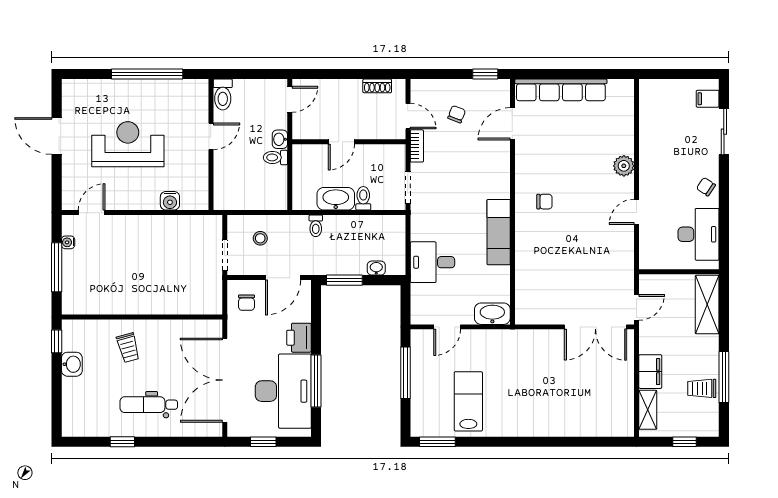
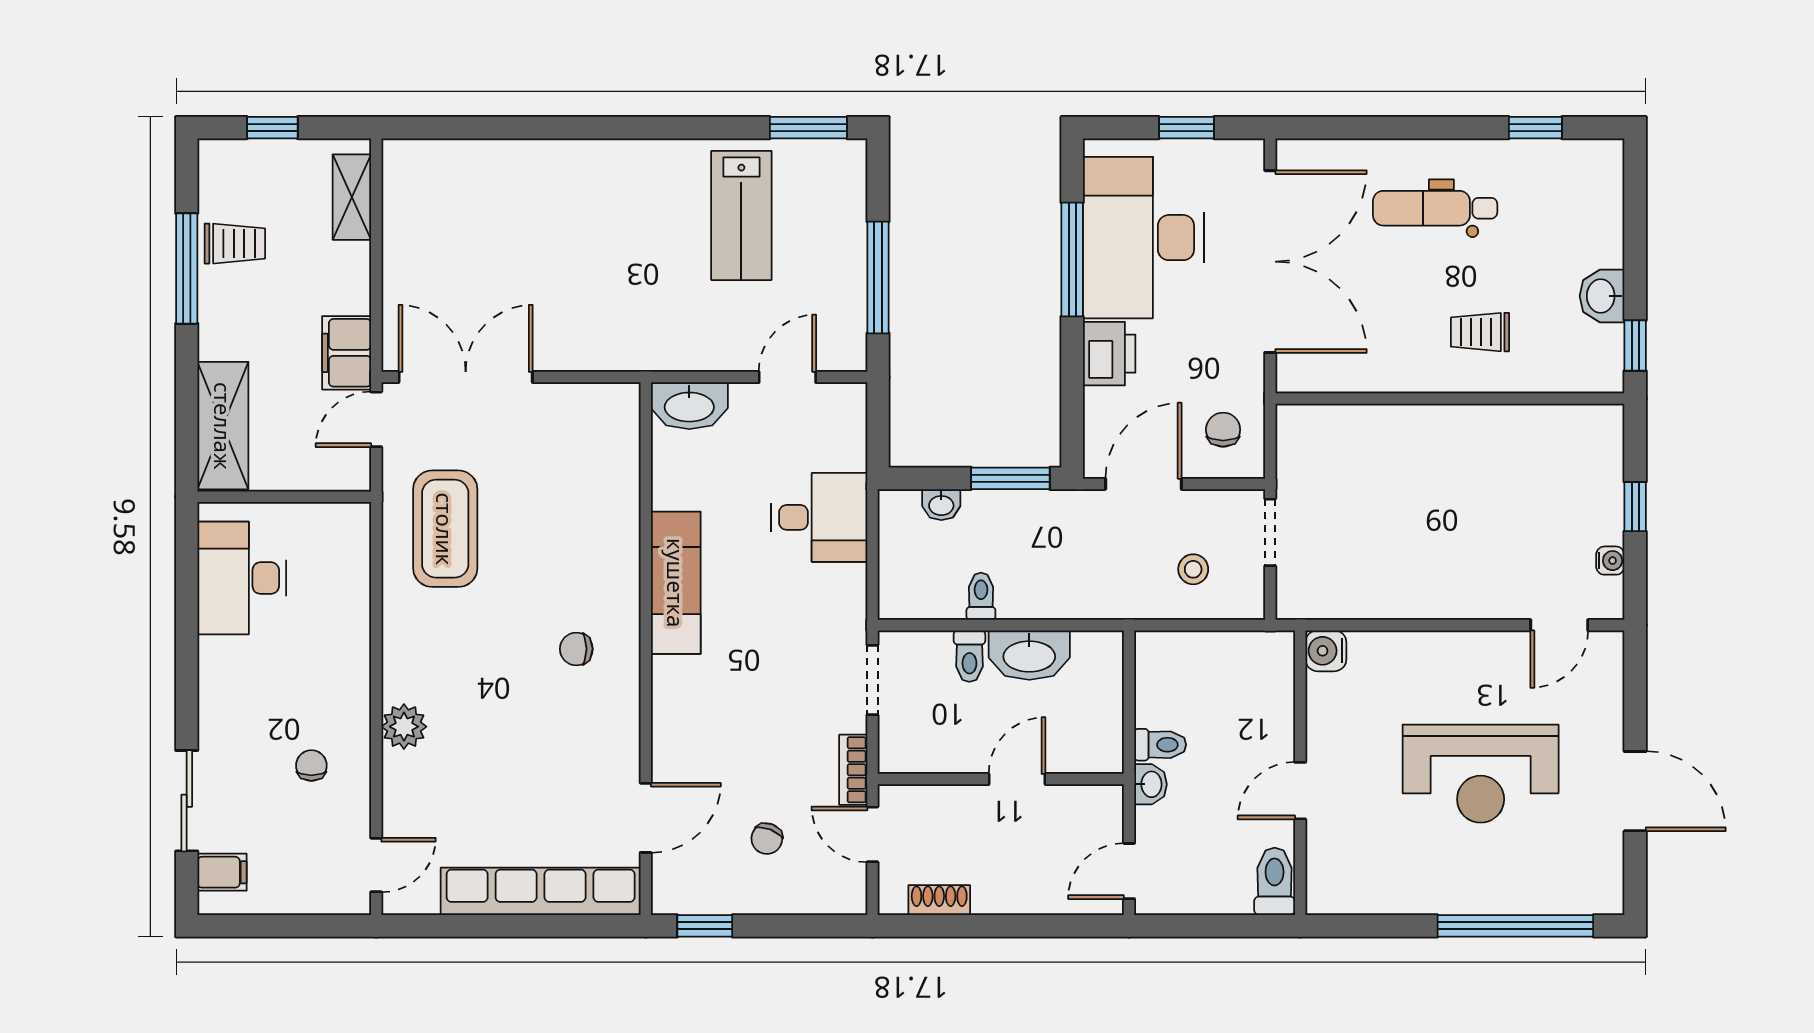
window: (147, 74) -> (1515, 926), moved
chair: (706, 187) -> (311, 766), moved, turned -124
water cooler: (170, 201) -> (1326, 651), moved, turned -90
door: (637, 212) -> (376, 865), moved
toilet: (316, 226) -> (981, 596), moved
coffee table: (605, 257) -> (445, 529), added
window: (57, 267) -> (1635, 507), width x0.46
trolley: (128, 348) -> (1480, 332), turned -75
filing cabinet: (650, 372) -> (347, 353), moved
dental chair: (149, 405) -> (1435, 208), turned 180
window: (122, 442) -> (1535, 128), moved

